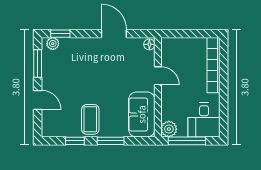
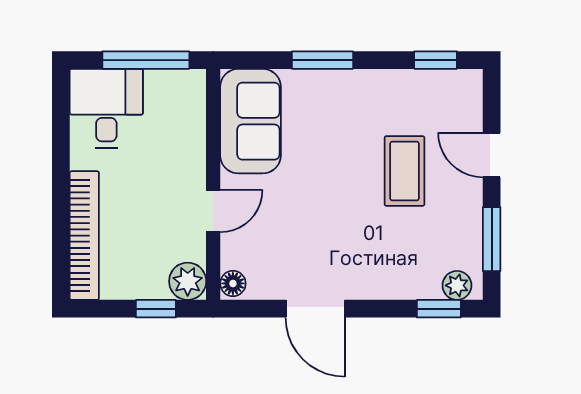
window: (183, 34) -> (156, 309), added
door: (158, 76) -> (213, 211), swing flipped
coffee table: (90, 119) -> (405, 171), moved
plant: (169, 129) -> (188, 281), moved
window: (75, 141) -> (436, 60), moved

